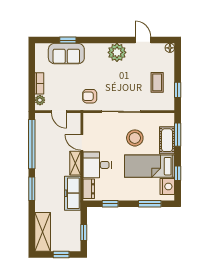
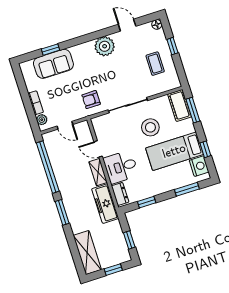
window: (178, 90) -> (172, 46), moved
cot: (167, 140) -> (179, 105), moved

